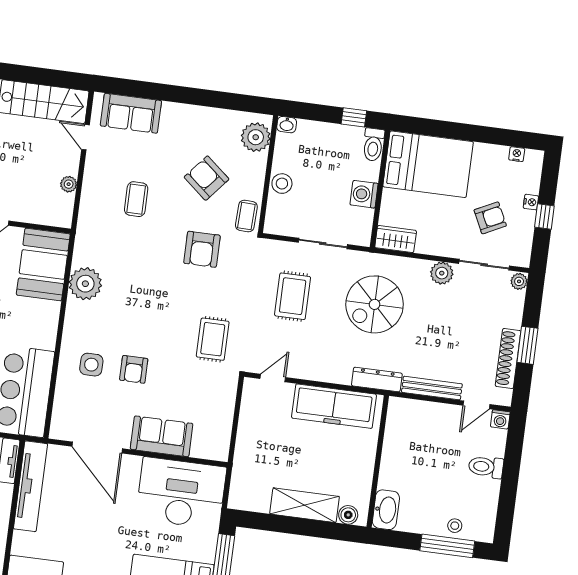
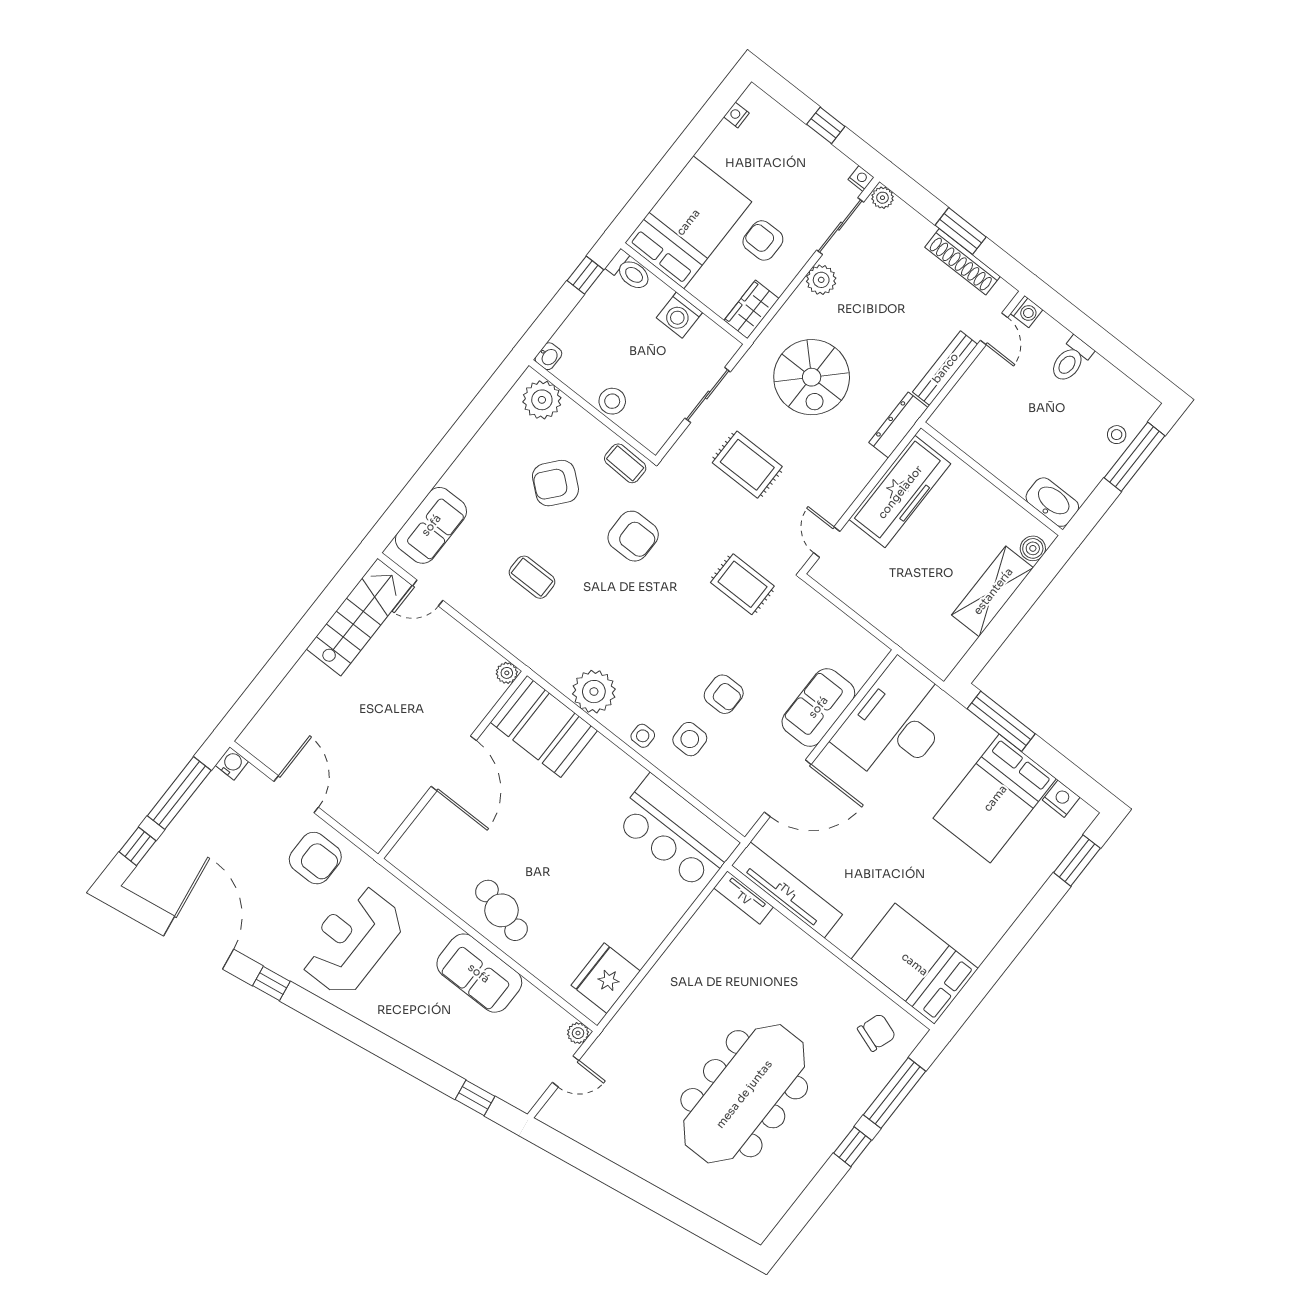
plant: (69, 184) -> (507, 673), moved
nightstand: (531, 202) -> (861, 178), moved
armchair: (490, 218) -> (763, 240), moved, turned -64
side table: (75, 333) -> (643, 736), added

